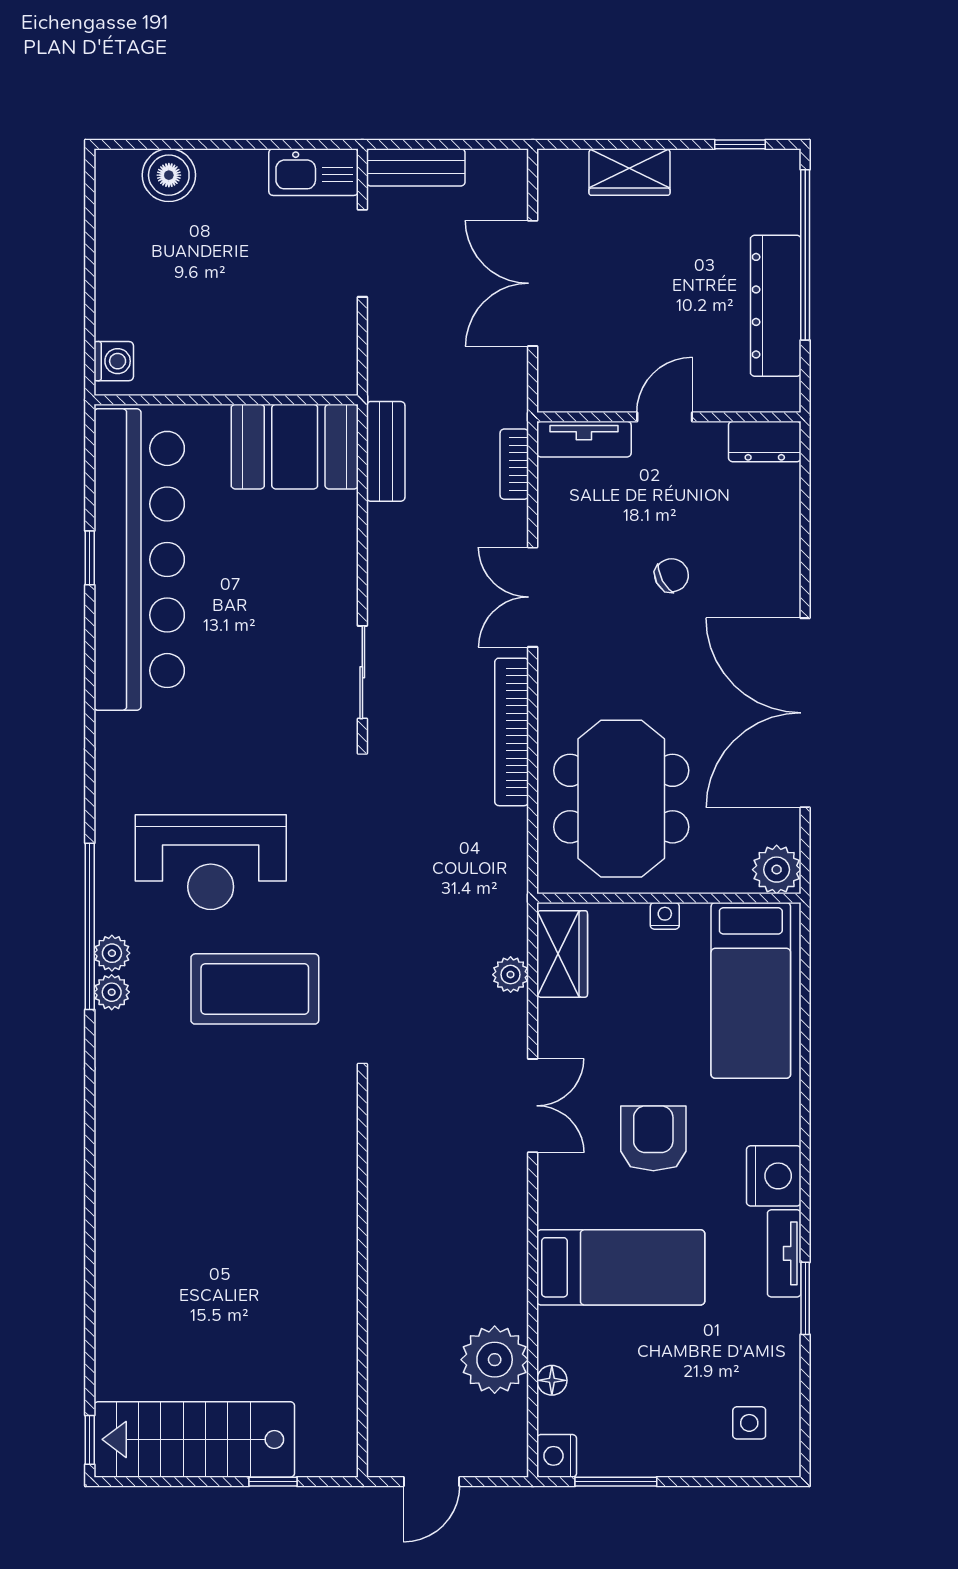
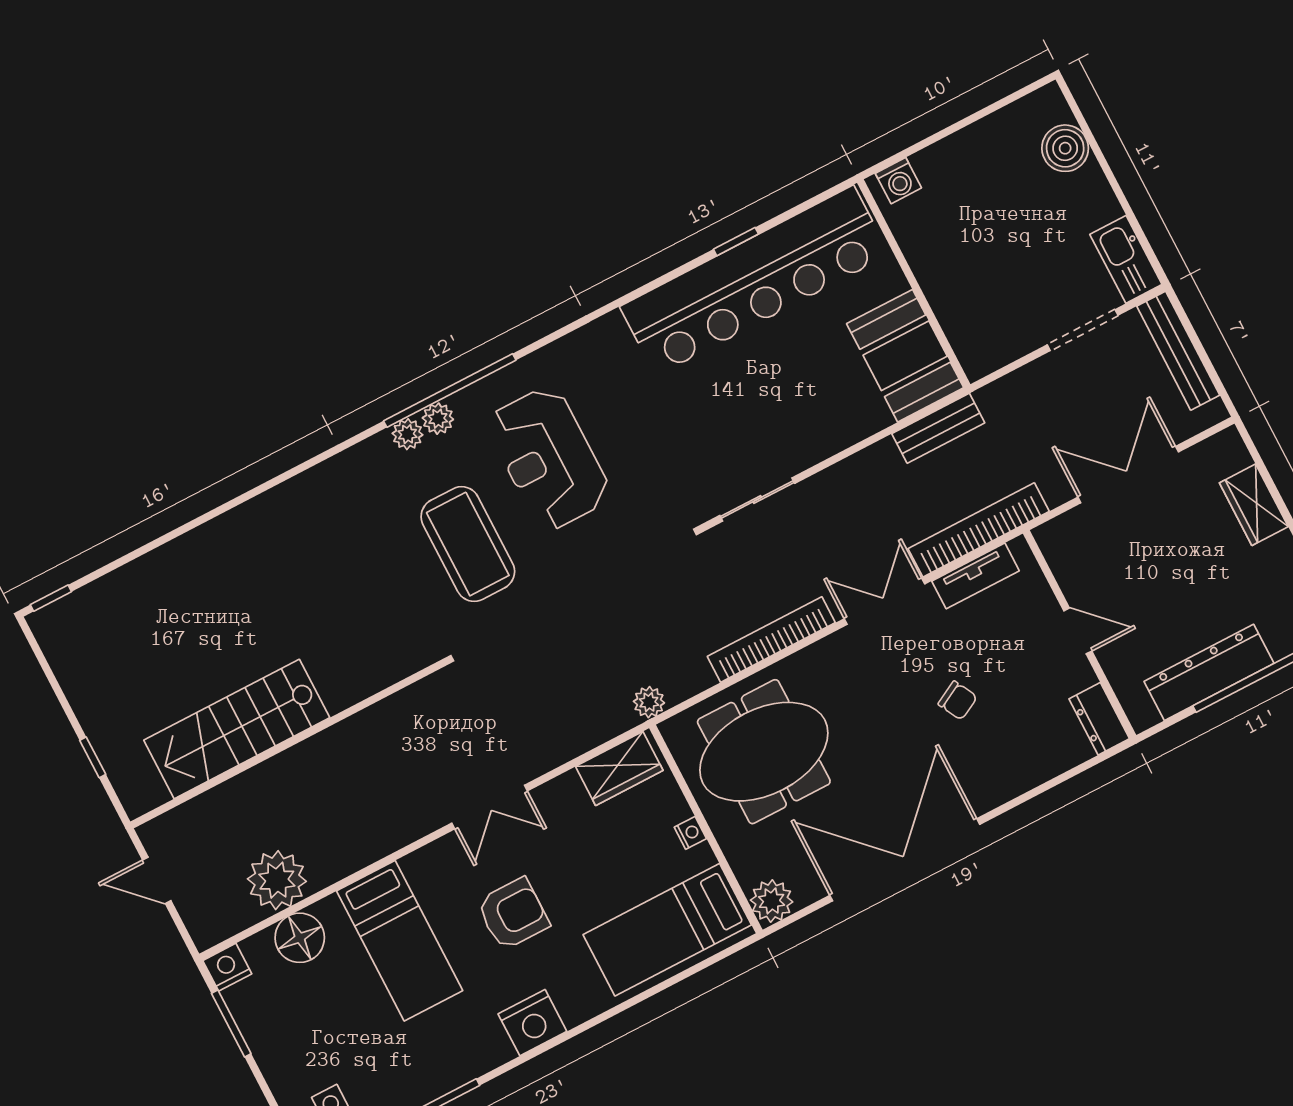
bench: (416, 167) -> (1178, 351), width x1.36
tv unit: (584, 439) -> (975, 576), moved, turned -90
bookcase: (514, 464) -> (979, 530), width x2.31, depth x1.31
plant: (511, 975) -> (649, 702), moved
tv unit: (784, 1253) -> (477, 1062), removed
floor lamp: (552, 1380) -> (300, 938), width x1.89, depth x1.89
stairs: (194, 1439) -> (237, 729), moved, turned -90

